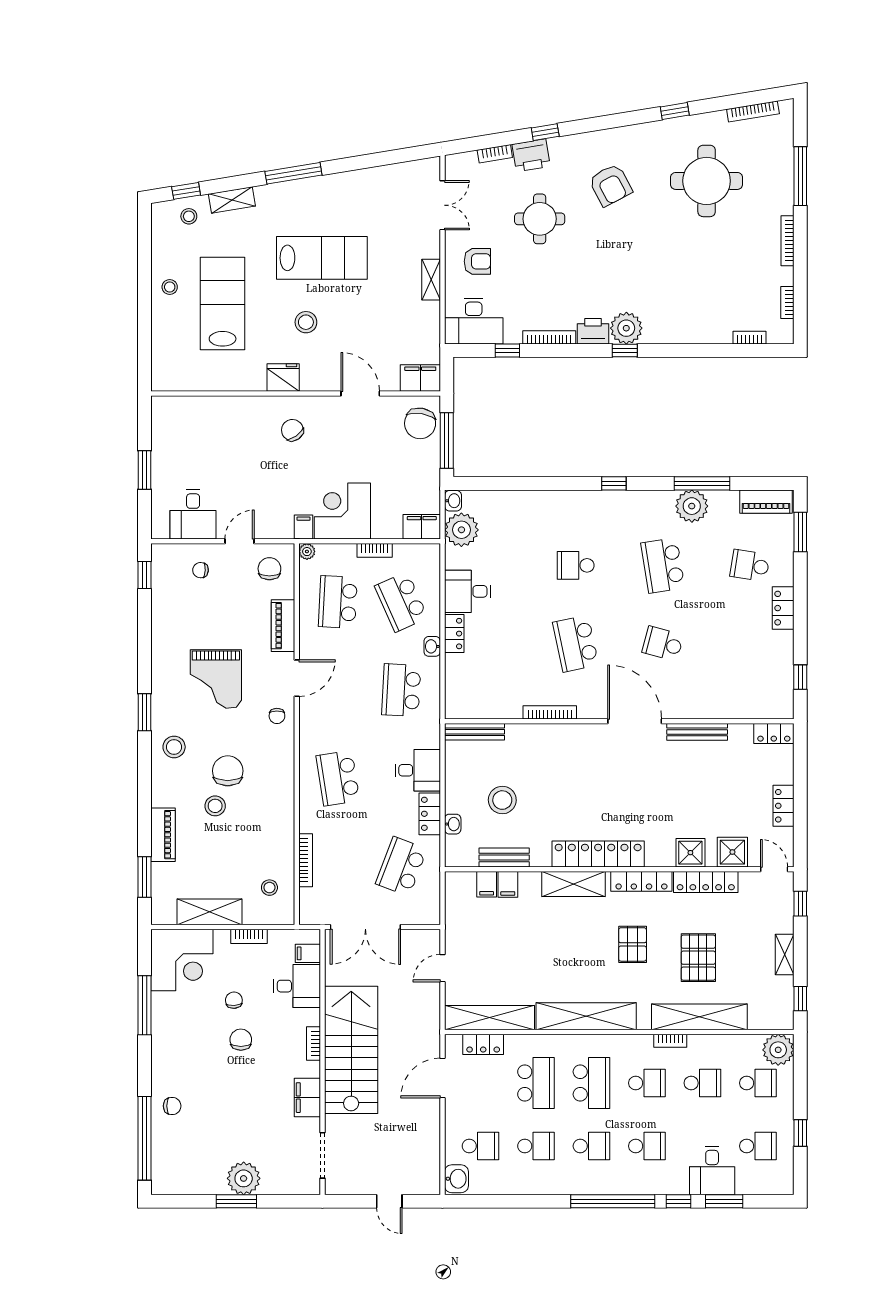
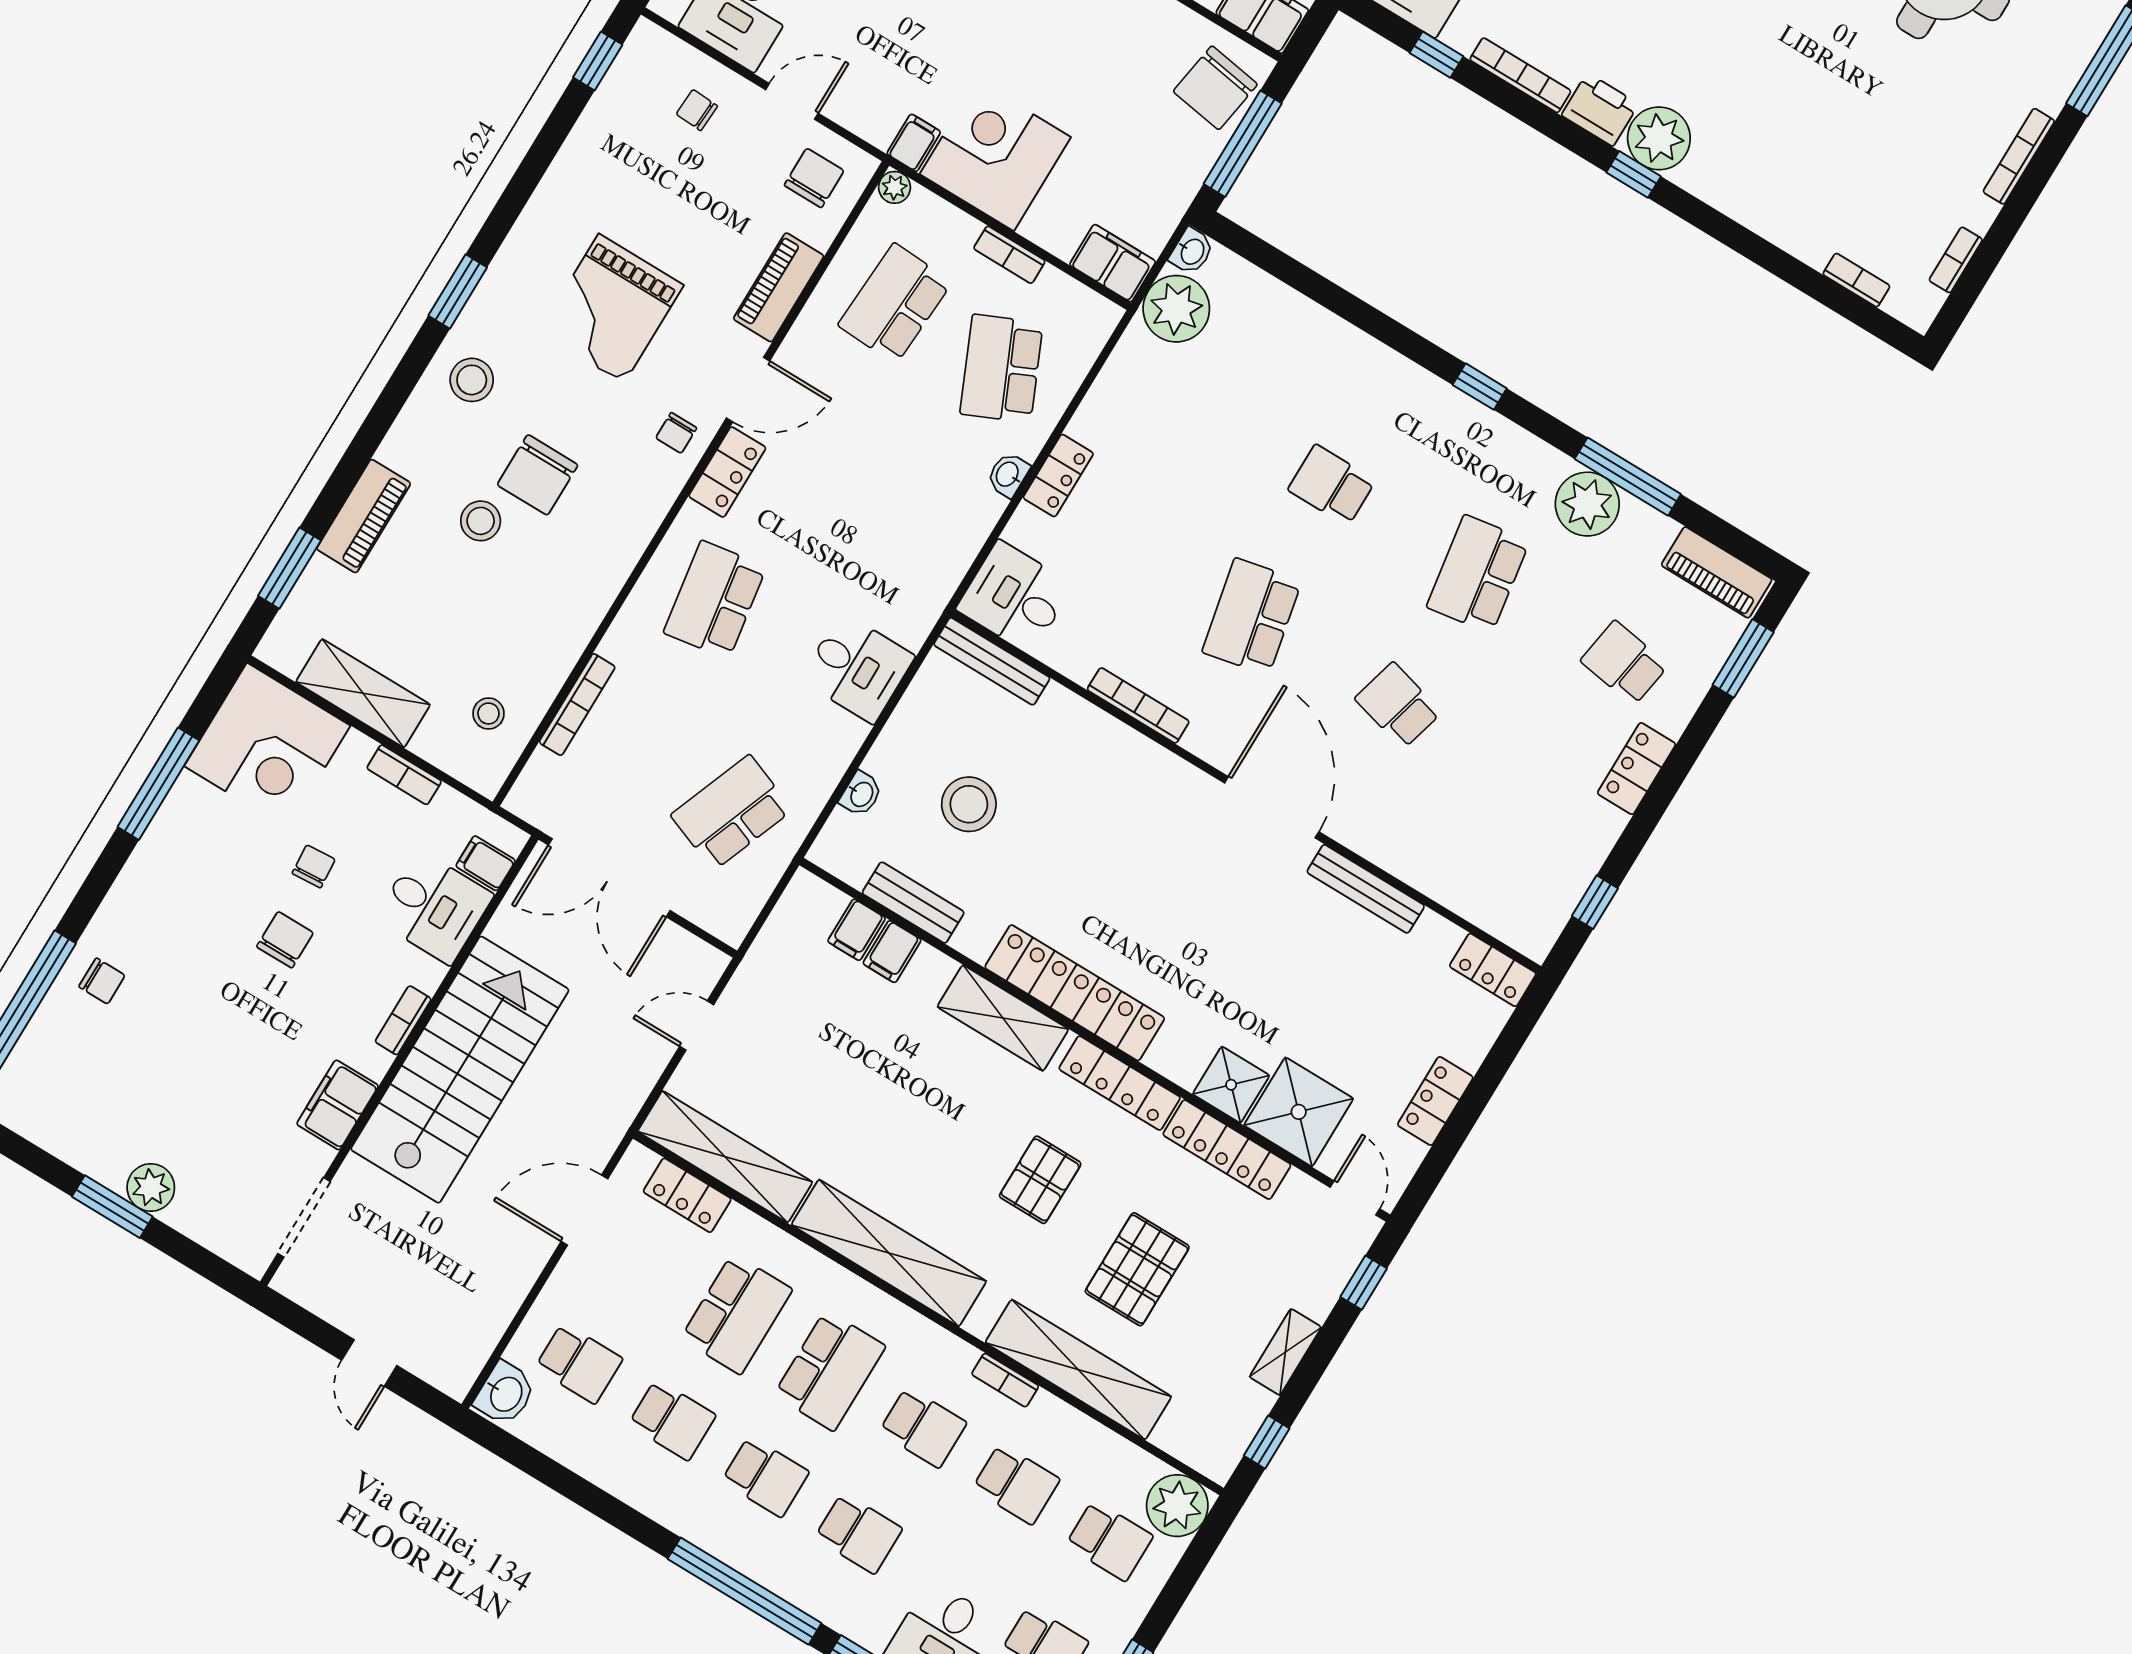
desk: (468, 591) -> (1015, 597), moved
school desk: (401, 690) -> (912, 516), removed
chair: (228, 771) -> (538, 475), turned 180
locker: (430, 814) -> (727, 472), moved, turned 180
shower: (732, 852) -> (1299, 1112), width x1.36, depth x1.36
plant: (244, 1178) -> (151, 1188), width x0.73, depth x0.73

